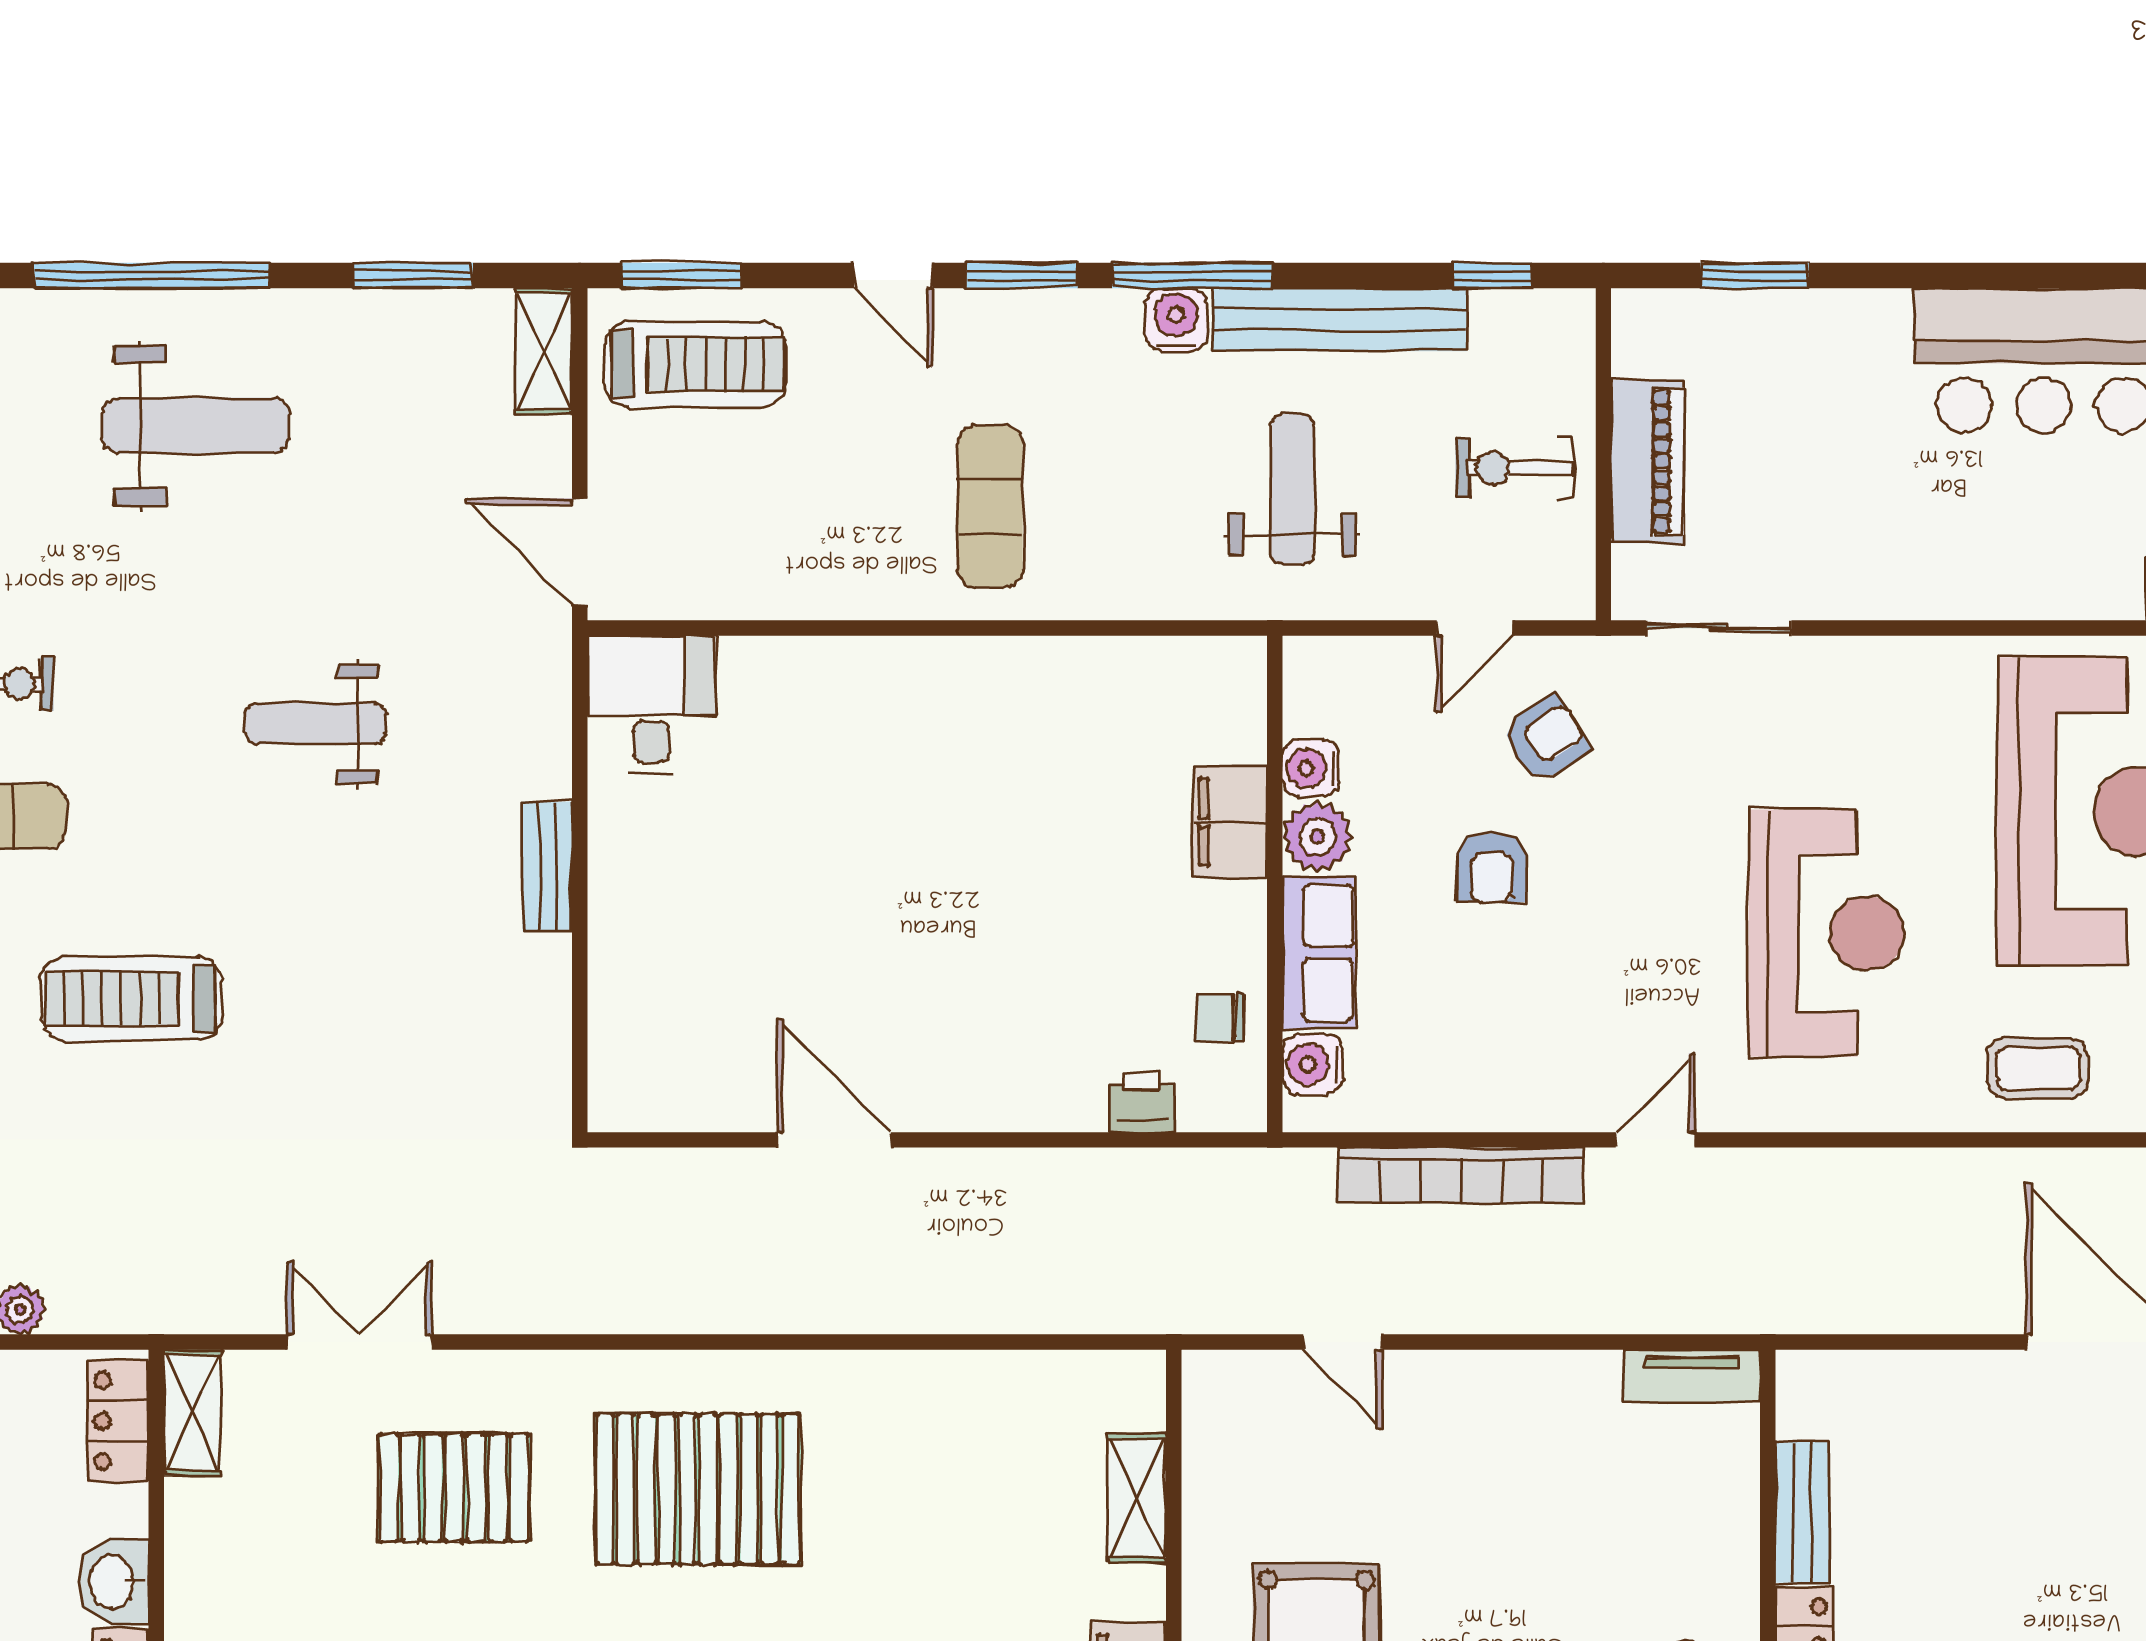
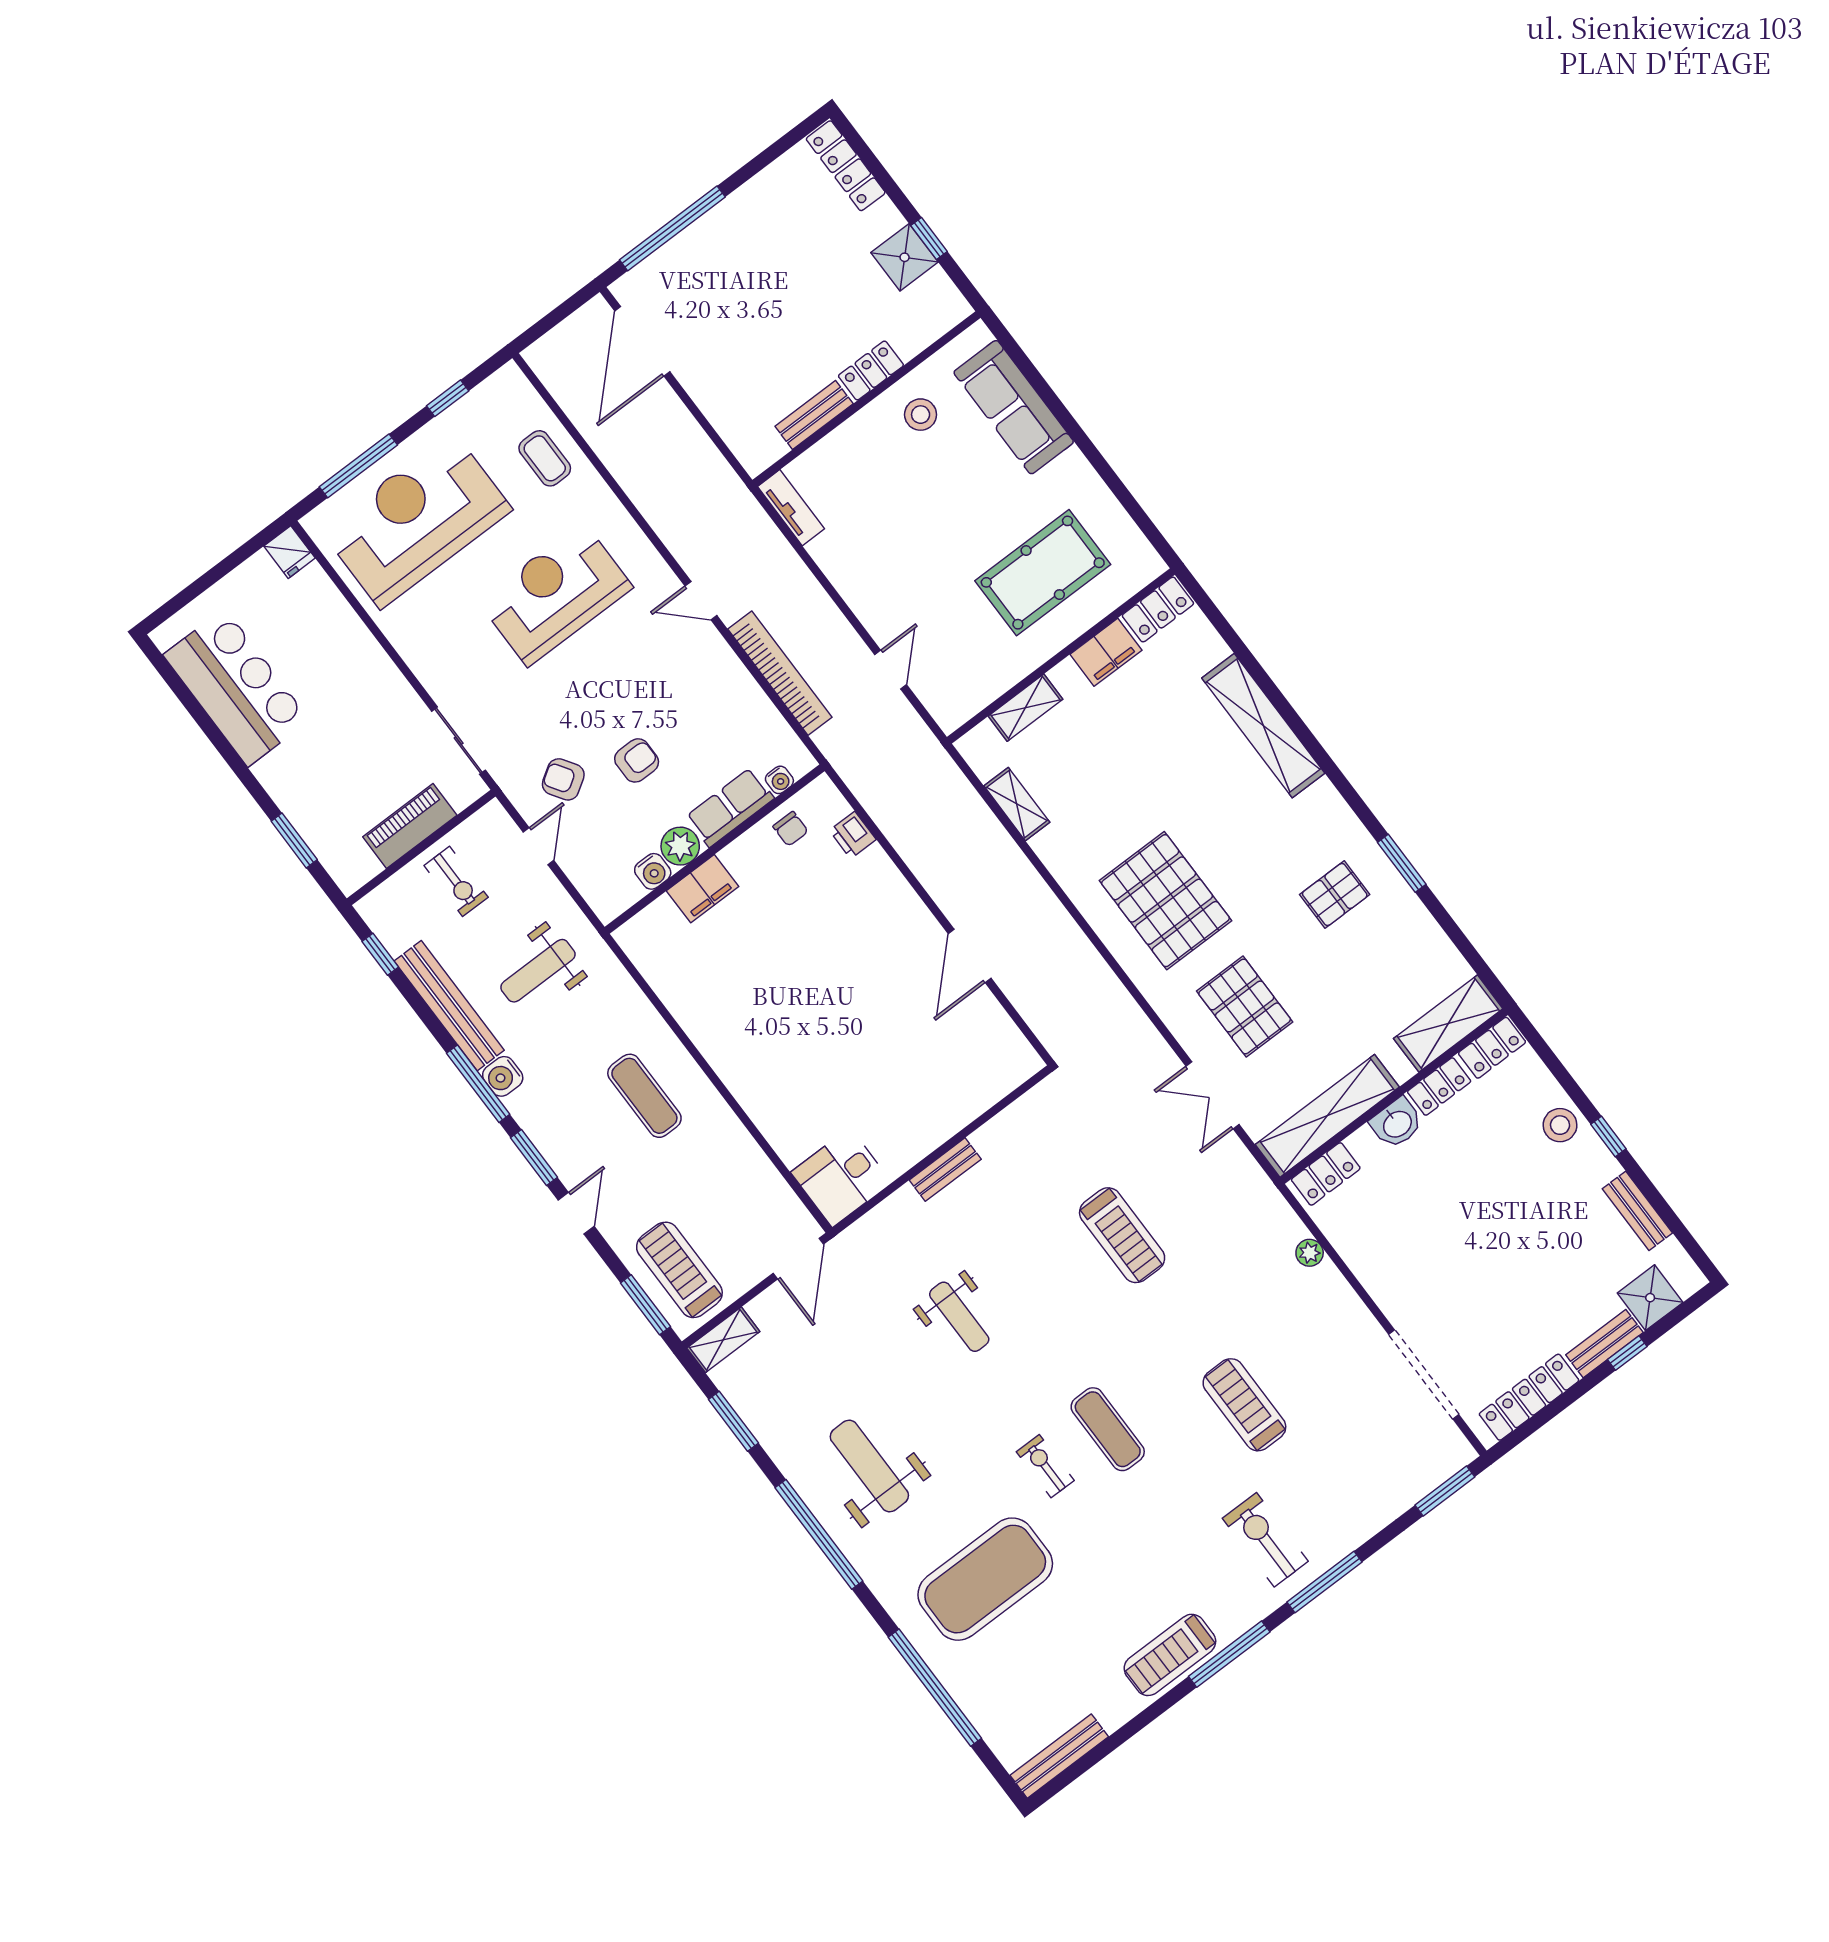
exercise mat: (990, 506) -> (644, 1096), turned 90
door: (1475, 628) -> (538, 846), hinge flipped
treadmill: (131, 999) -> (1122, 1235), moved
water cooler: (1313, 1064) -> (779, 780), width x0.72, depth x0.72
shelving: (1005, 1378) -> (1017, 804), added
shelving: (192, 1412) -> (1327, 1116), width x2.20, depth x1.33

